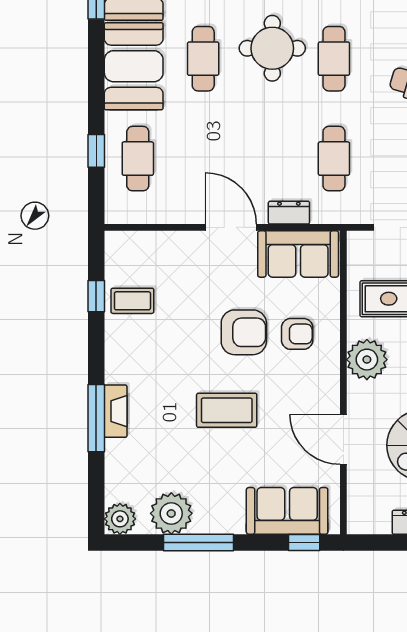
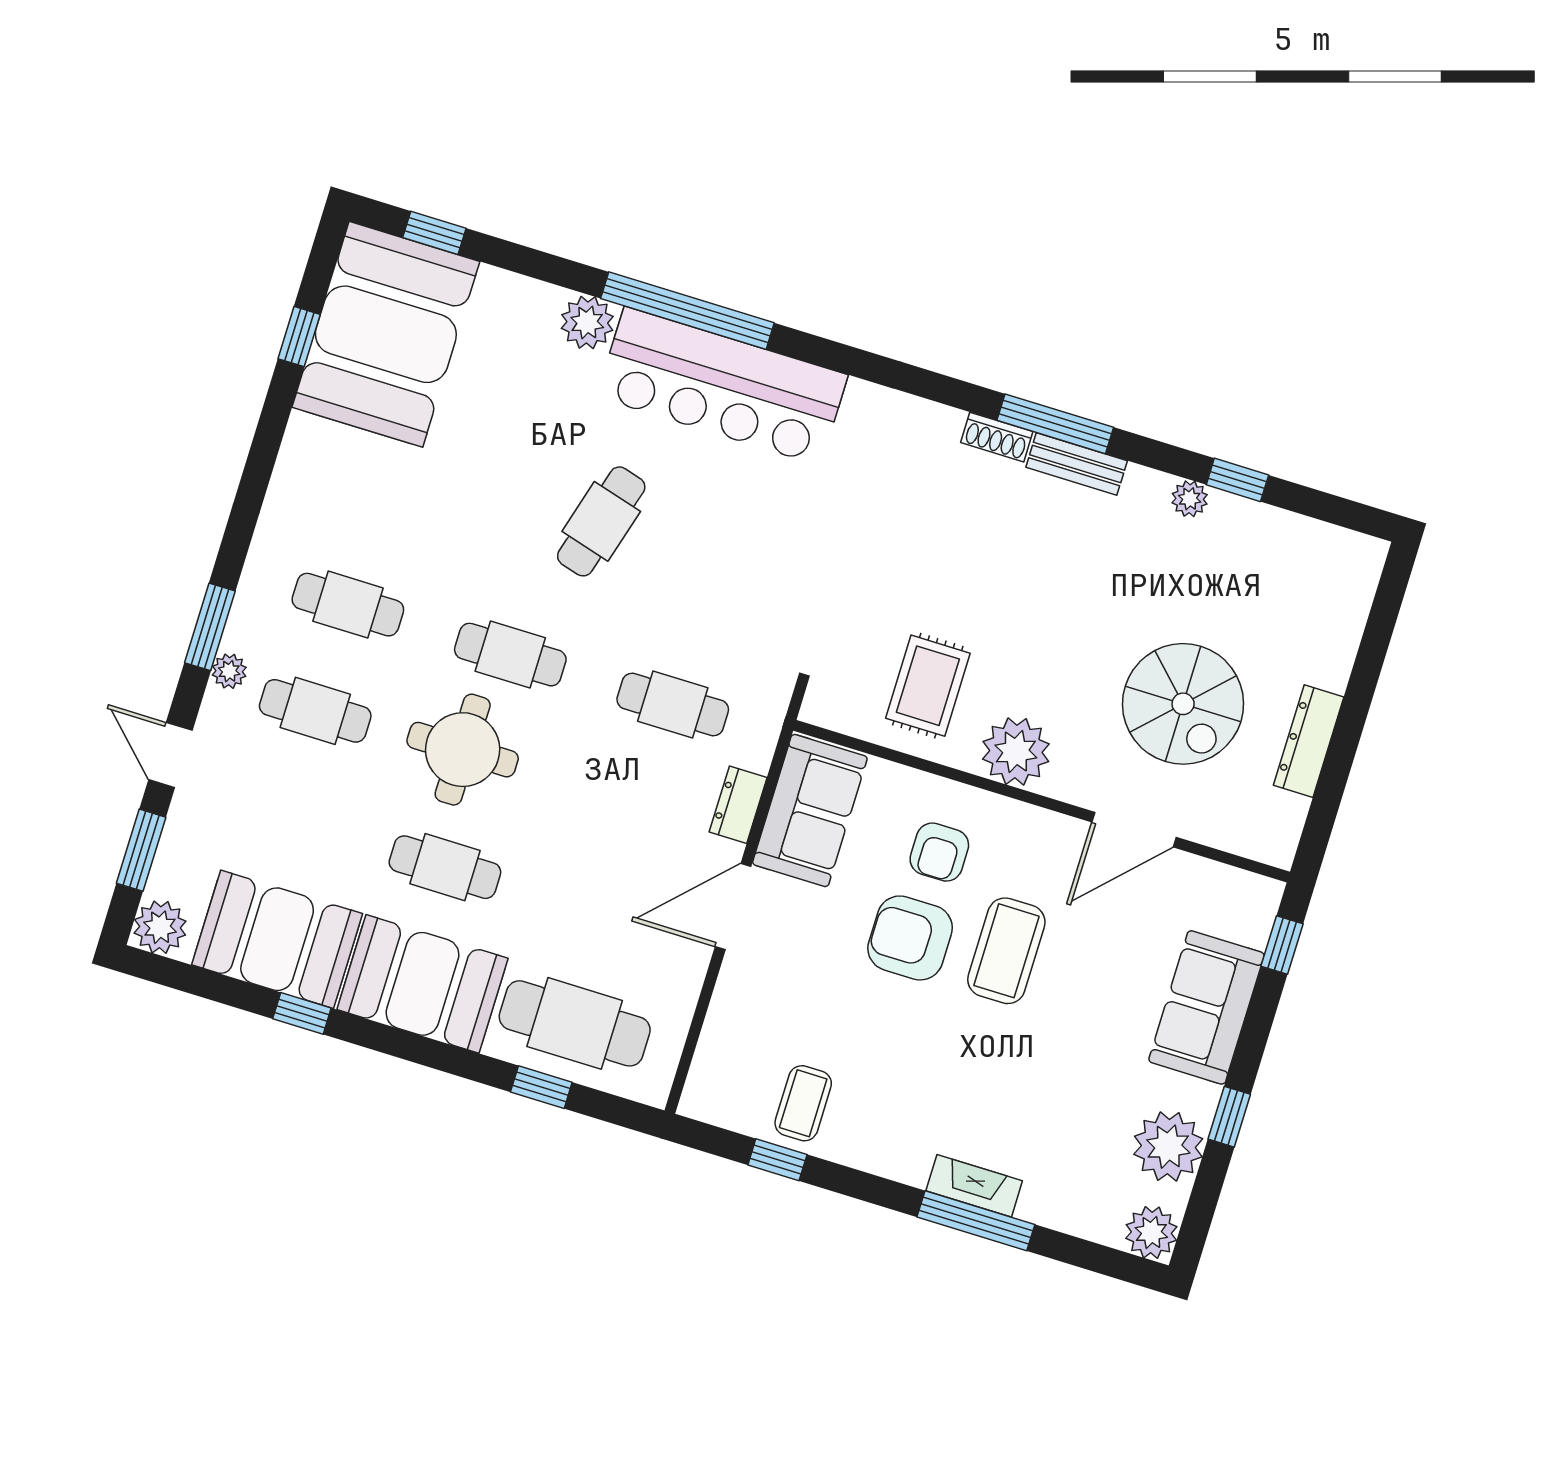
cafe table: (138, 159) -> (575, 1023), width x1.37, depth x1.35
armchair: (244, 332) -> (910, 938), turned -90
armchair: (297, 334) -> (939, 852), turned 180
coffee table: (227, 410) -> (1006, 951), moved
sofa: (287, 511) -> (1206, 1007), moved
window: (199, 543) -> (1229, 1117), width x0.46

